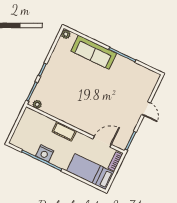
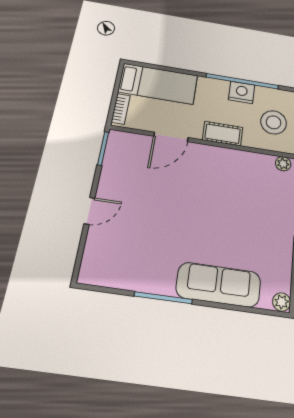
door: (146, 109) -> (89, 211), swing flipped
stool: (33, 130) -> (274, 122), added
door: (102, 142) -> (171, 137), moved

